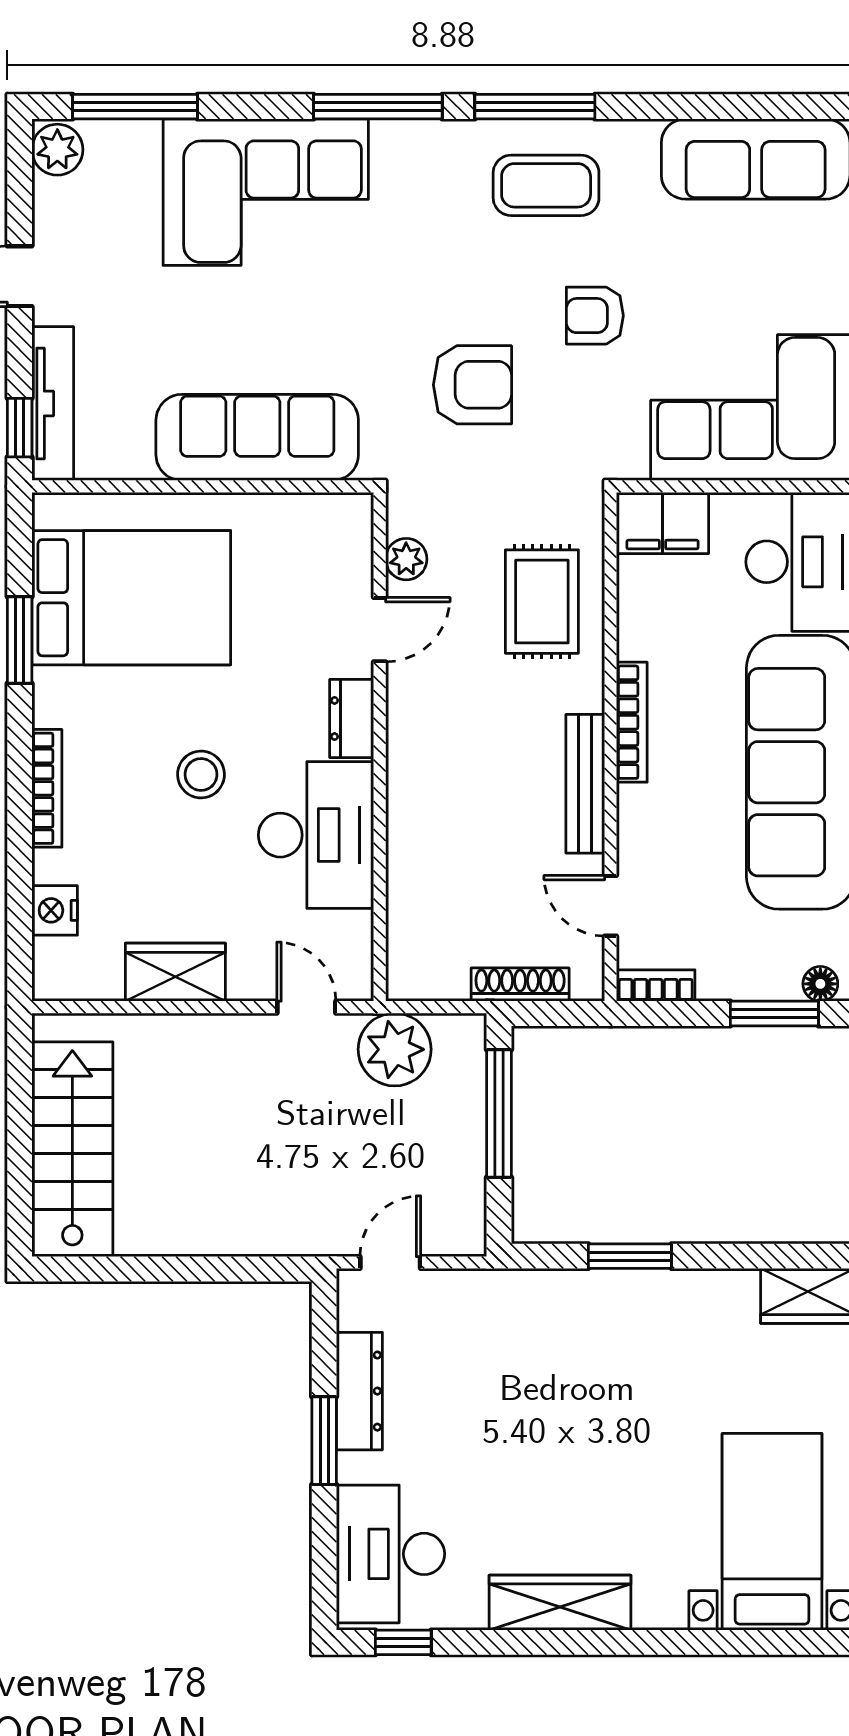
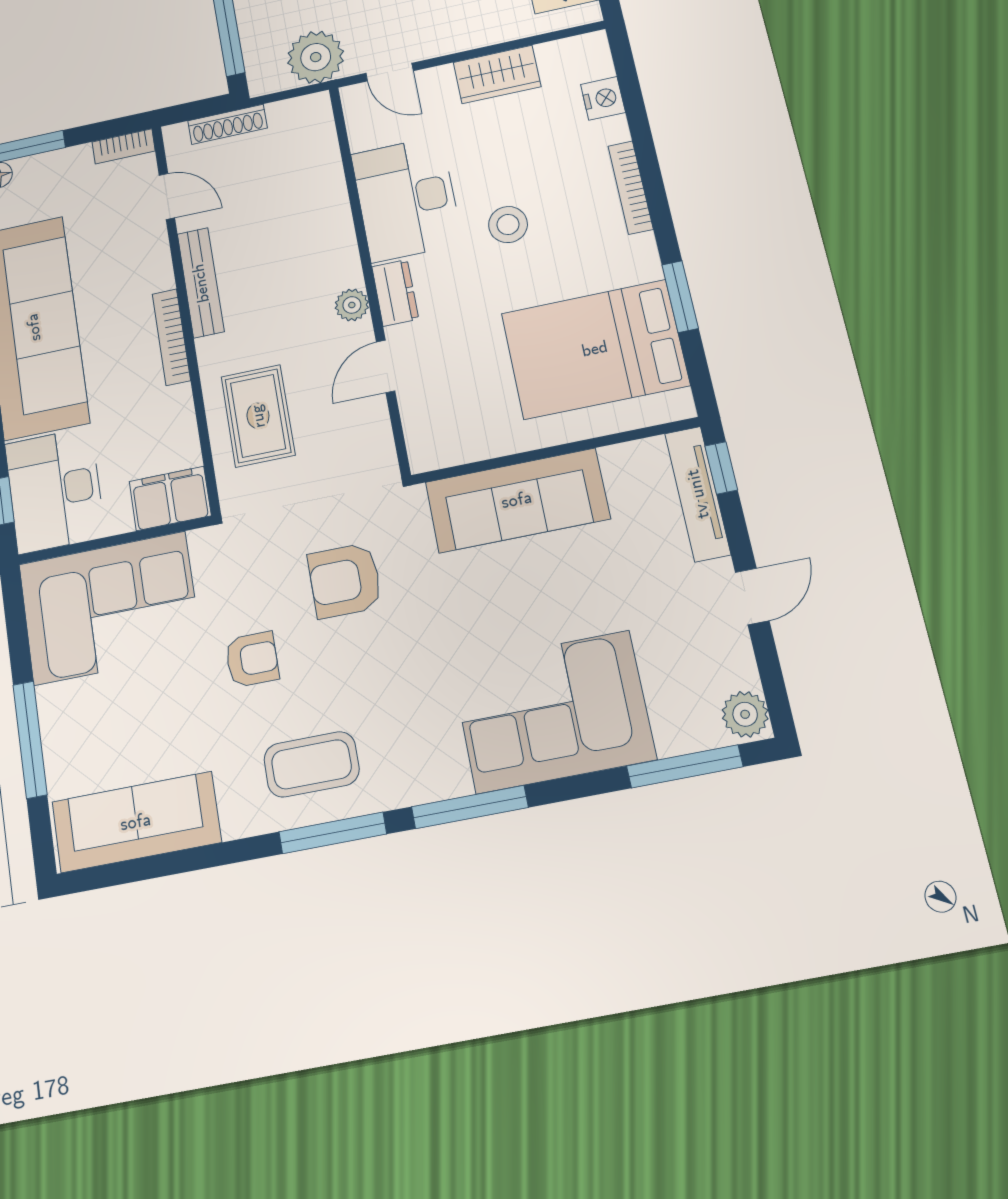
plant: (406, 559) -> (352, 305), moved

